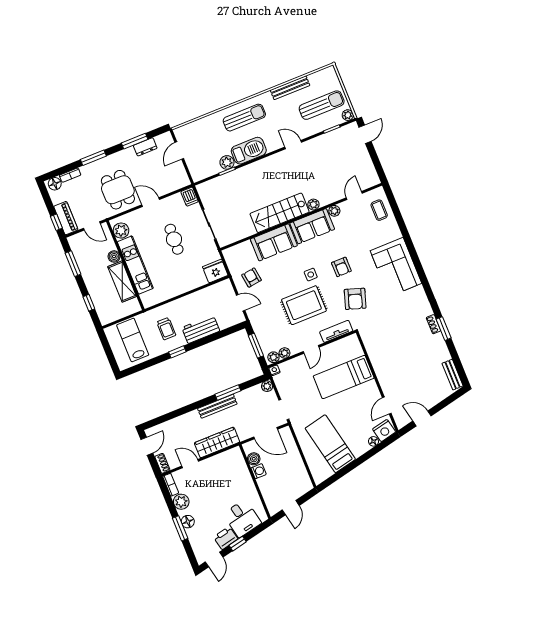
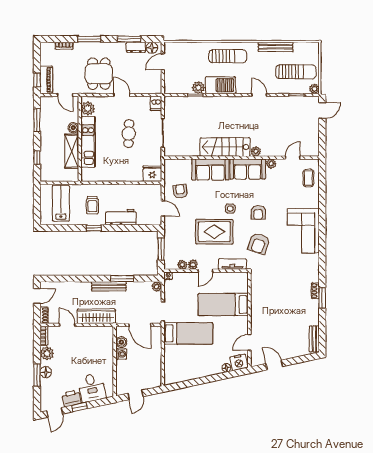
floor lamp: (55, 184) -> (152, 48), moved
plant: (273, 357) -> (193, 265), moved
bed: (330, 444) -> (188, 333), moved, turned 102

